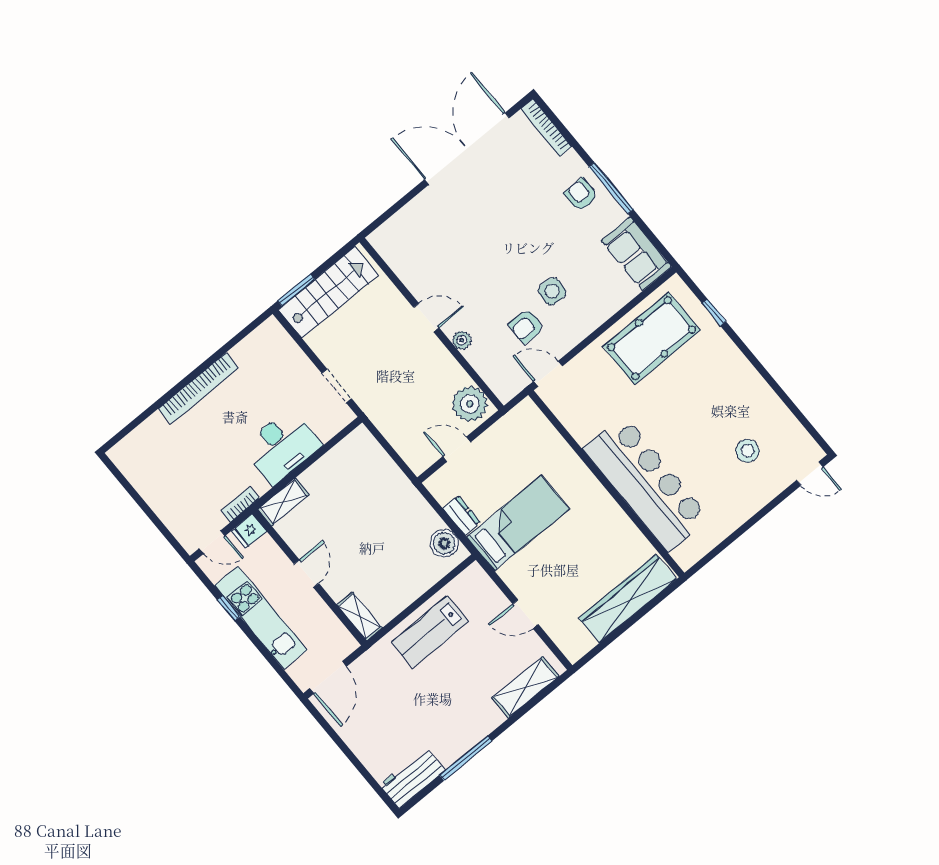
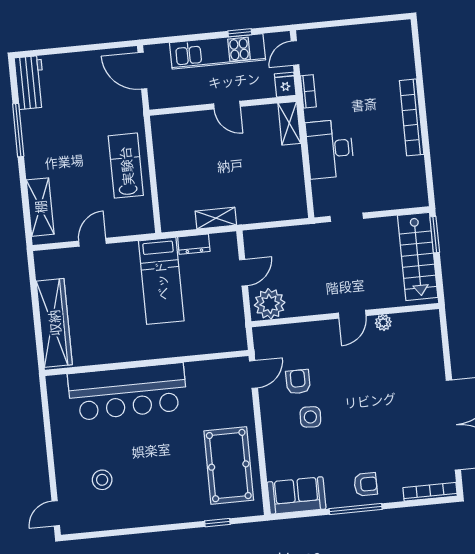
plant: (462, 340) -> (383, 323), moved
boiler: (444, 543) -> (182, 218), removed
shelving: (360, 616) -> (216, 218), moved

